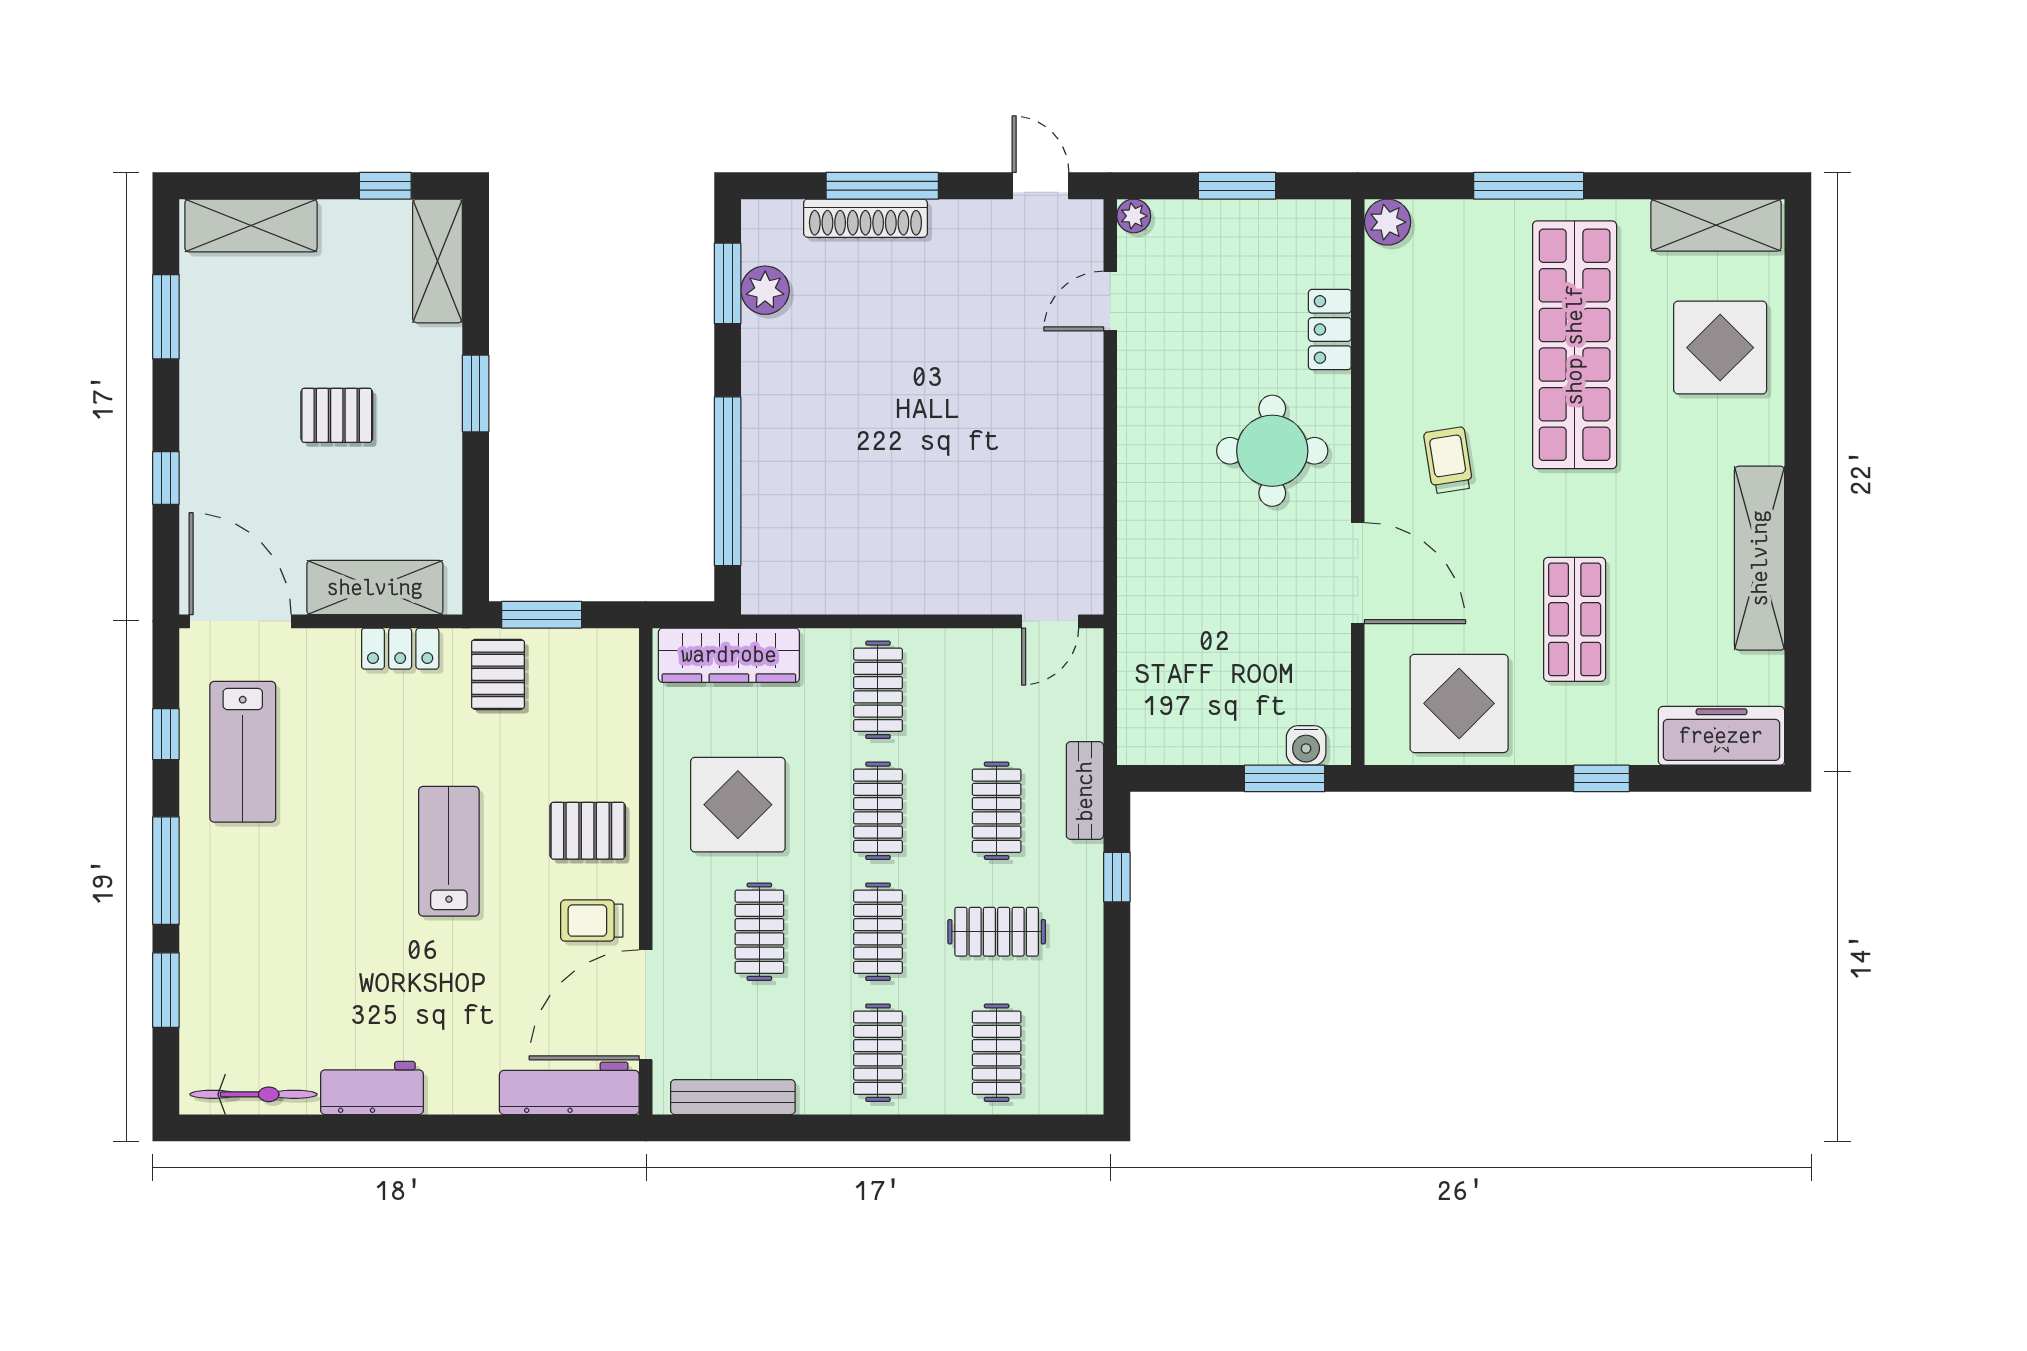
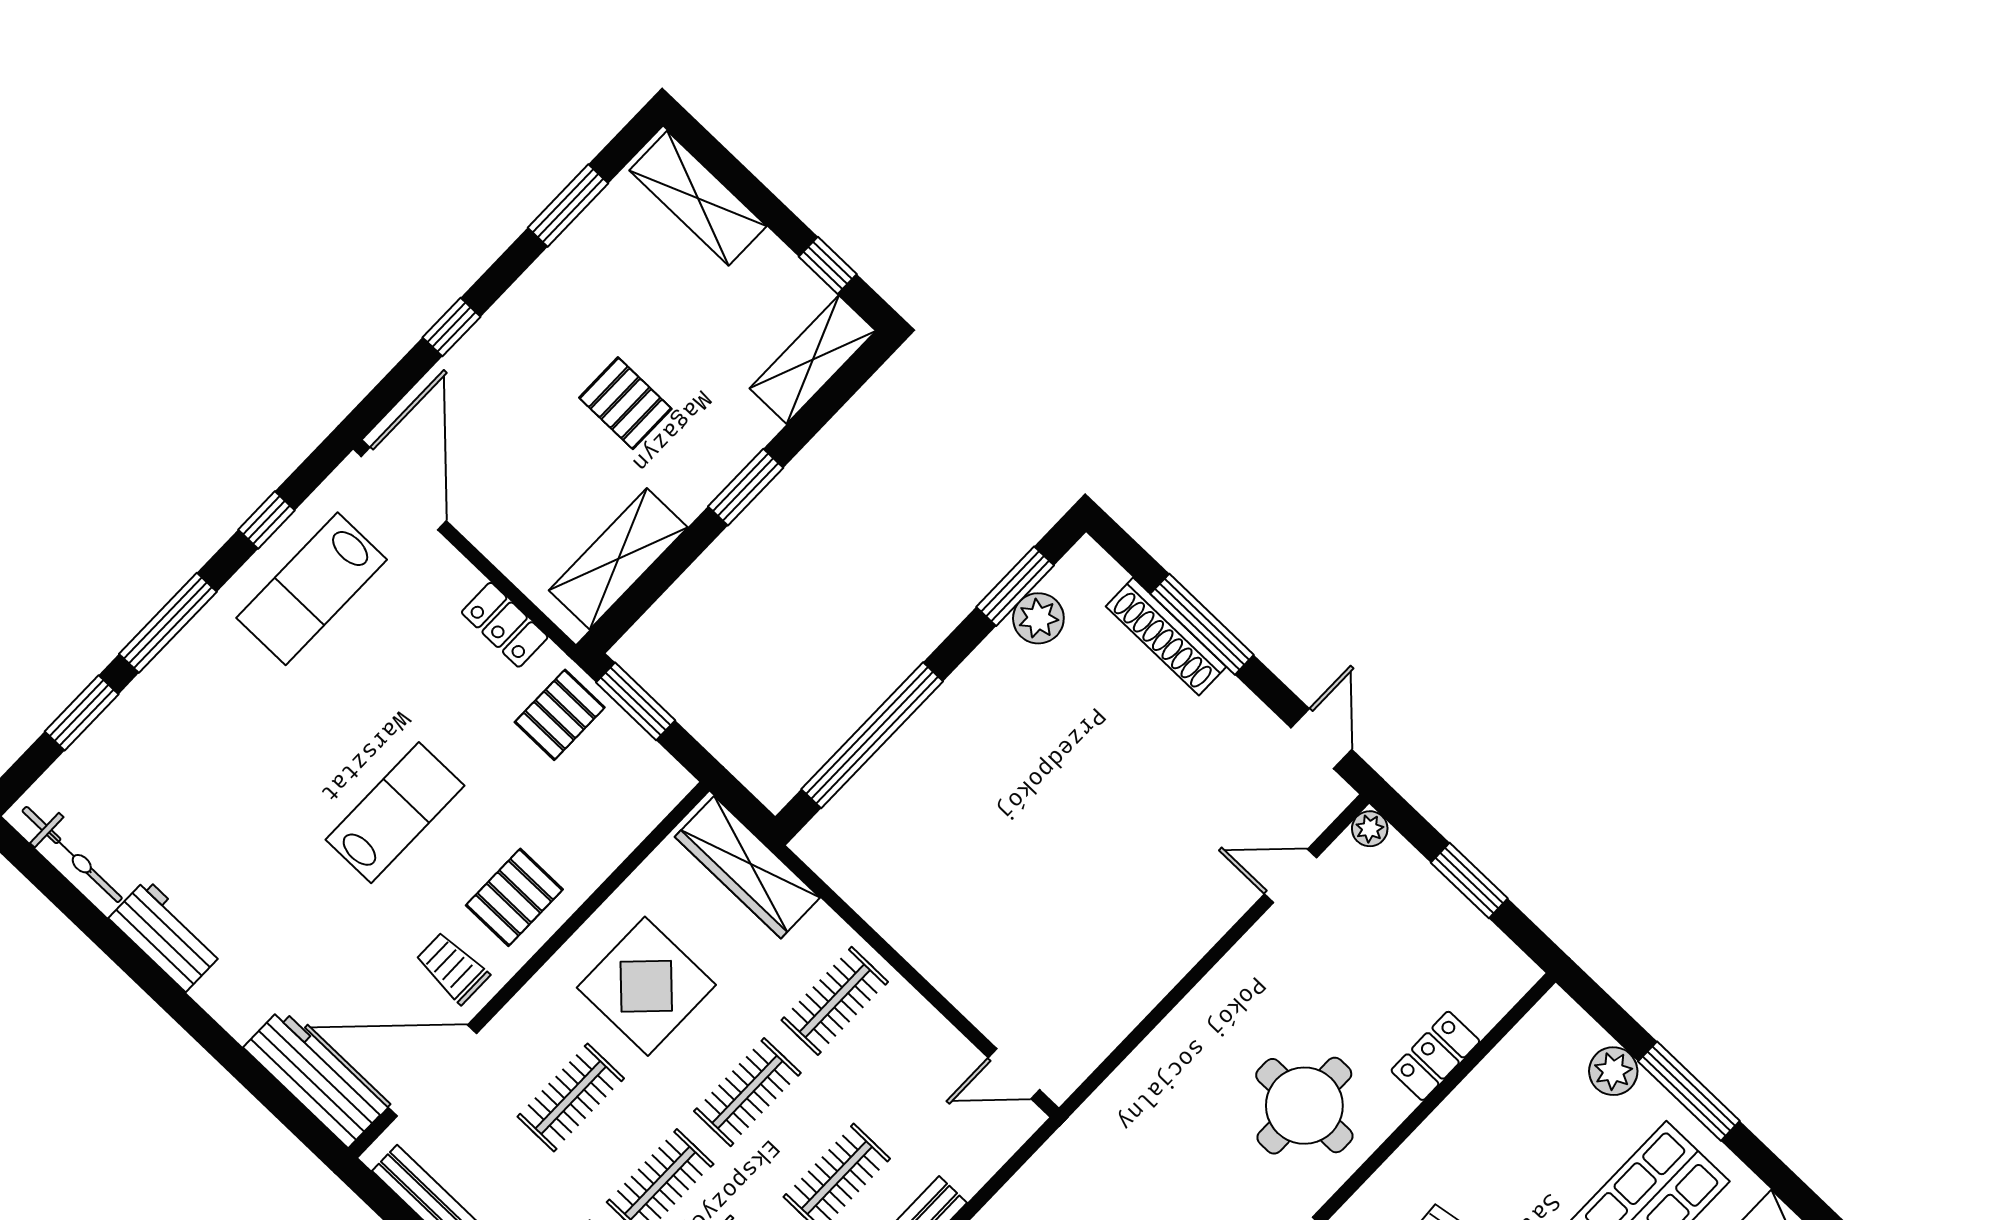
plant: (1388, 222) -> (1613, 1071), moved
shelving: (375, 588) -> (618, 559), moved, turned 90
pallet: (588, 831) -> (514, 897), turned 90

